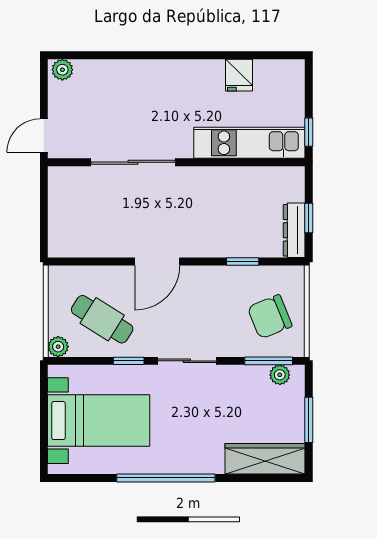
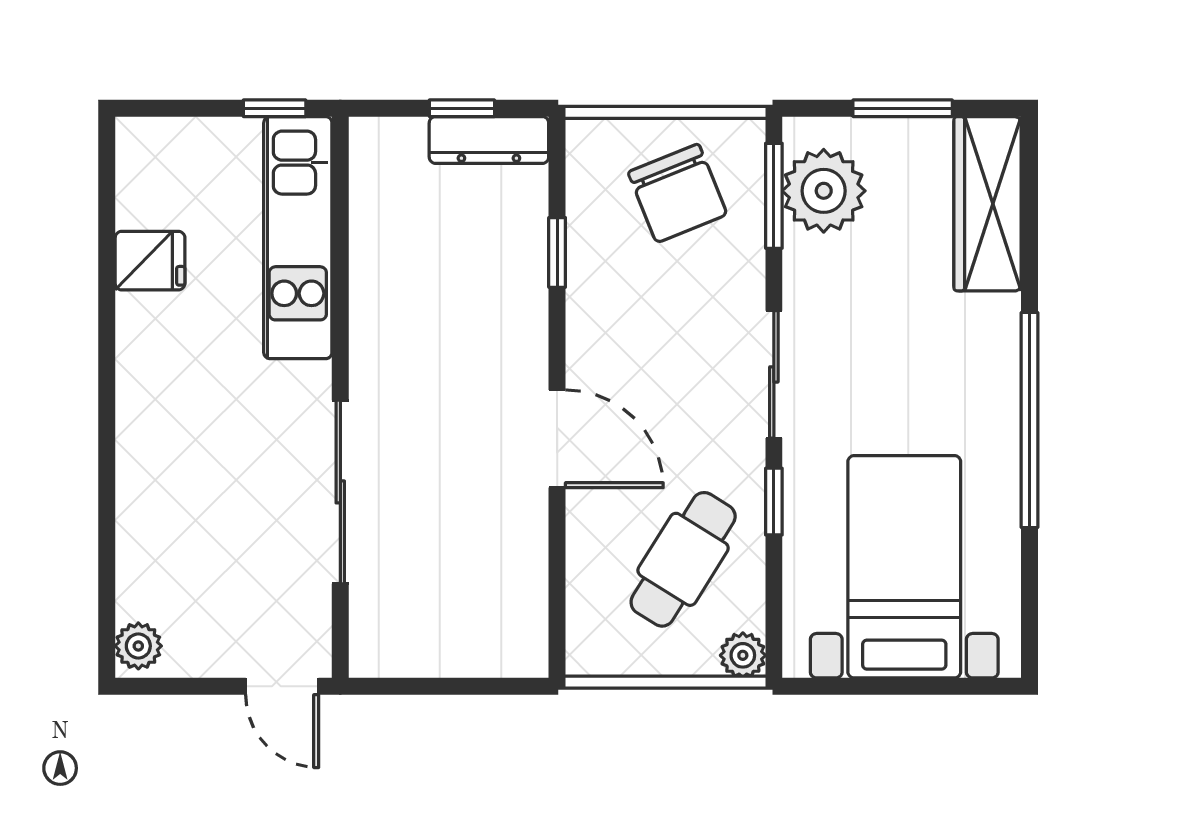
plant: (280, 375) -> (824, 191), width x1.88, depth x1.88

